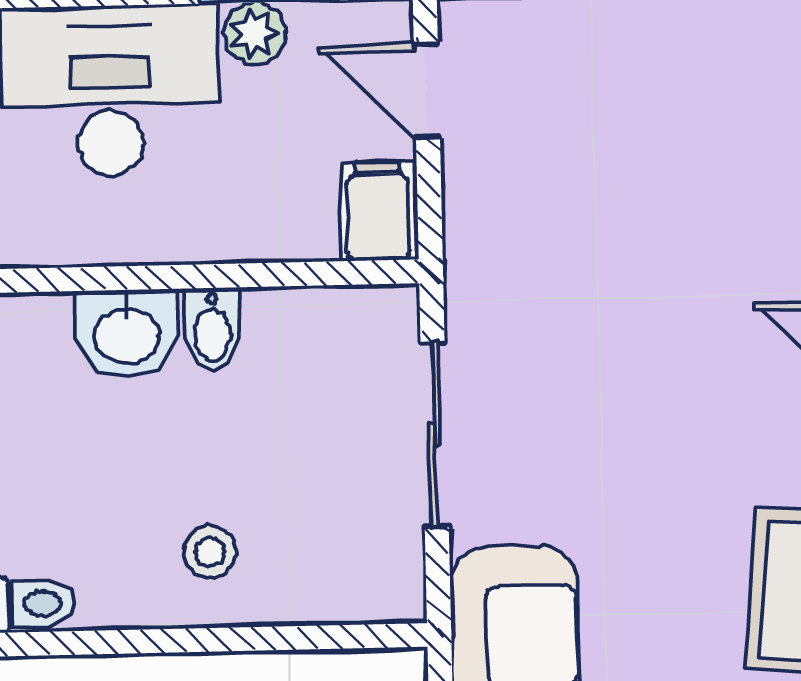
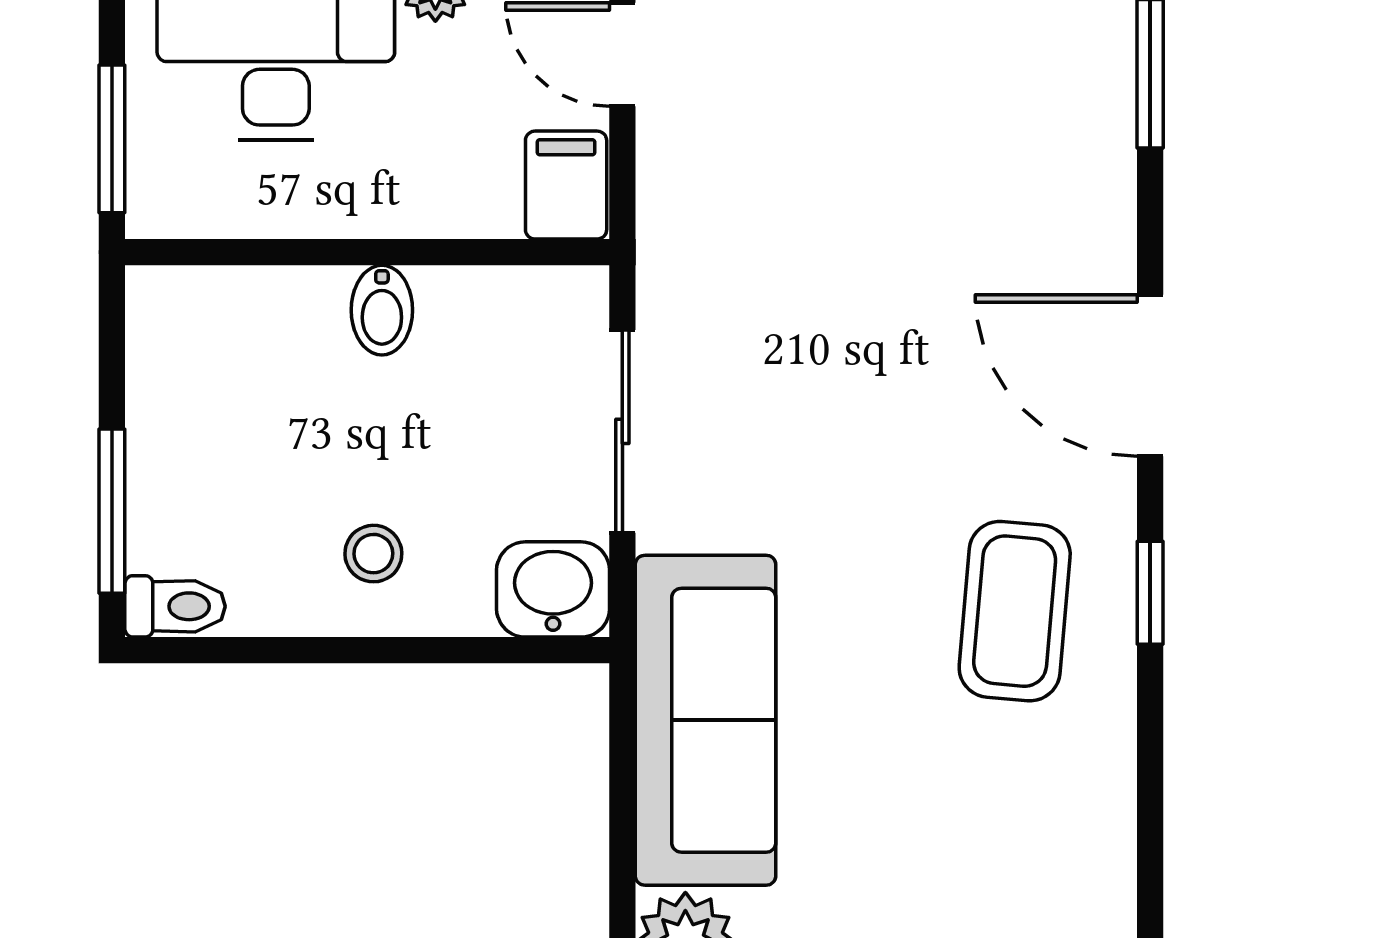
washbasin: (127, 333) -> (553, 589), moved, turned 180

